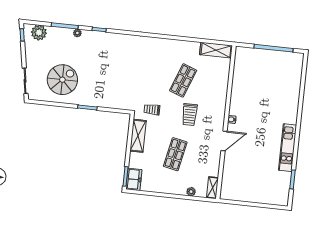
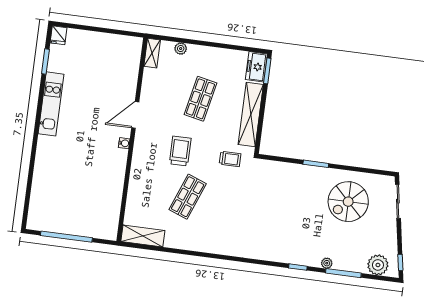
shelving: (138, 136) -> (251, 115), width x1.47
fridge: (283, 199) -> (59, 35), added

